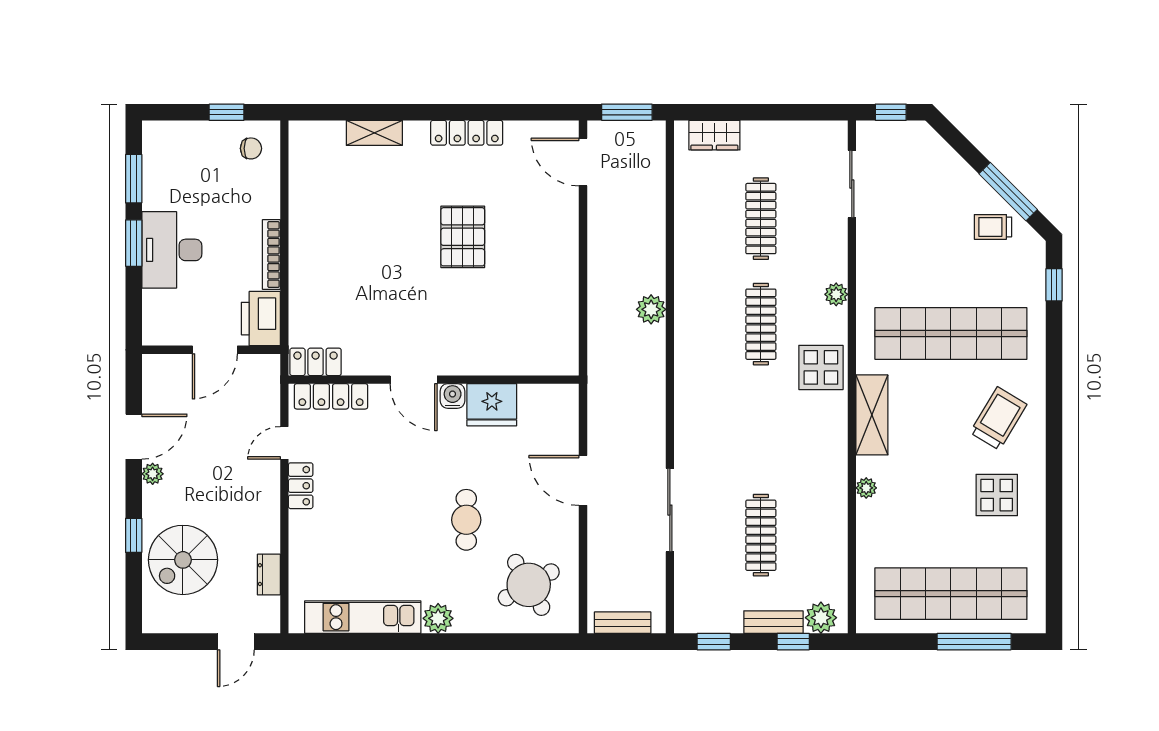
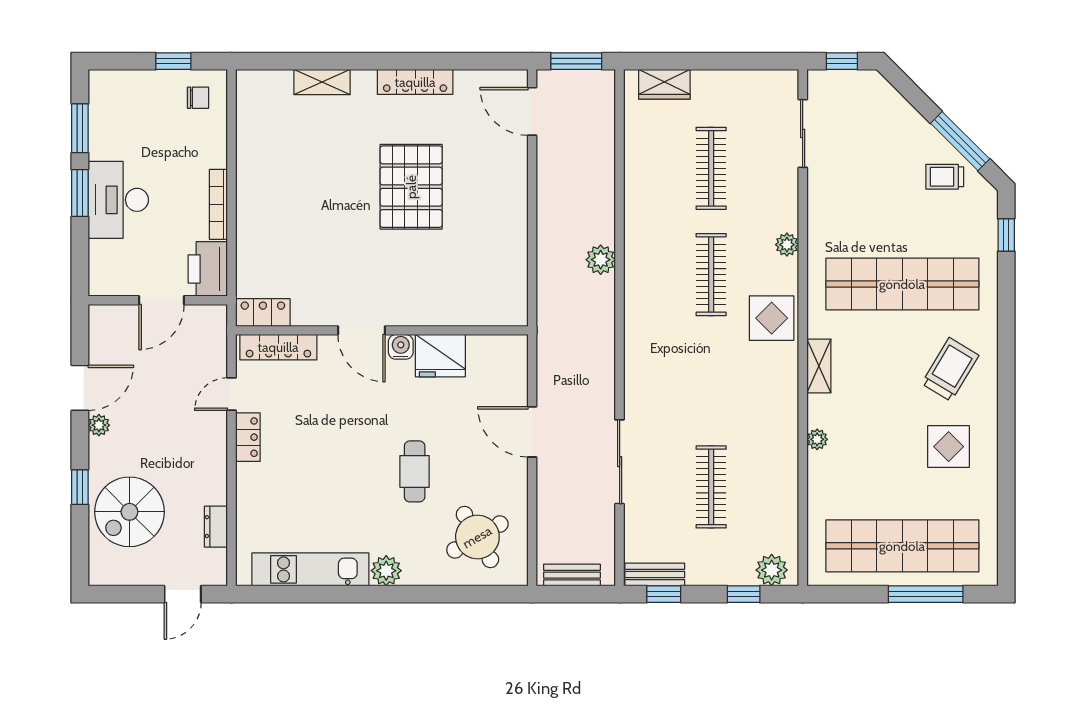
pallet: (463, 237) -> (411, 187), width x1.37, depth x1.41
shelving: (872, 415) -> (819, 366), width x0.67, depth x0.75
bench: (773, 622) -> (655, 574), moved

